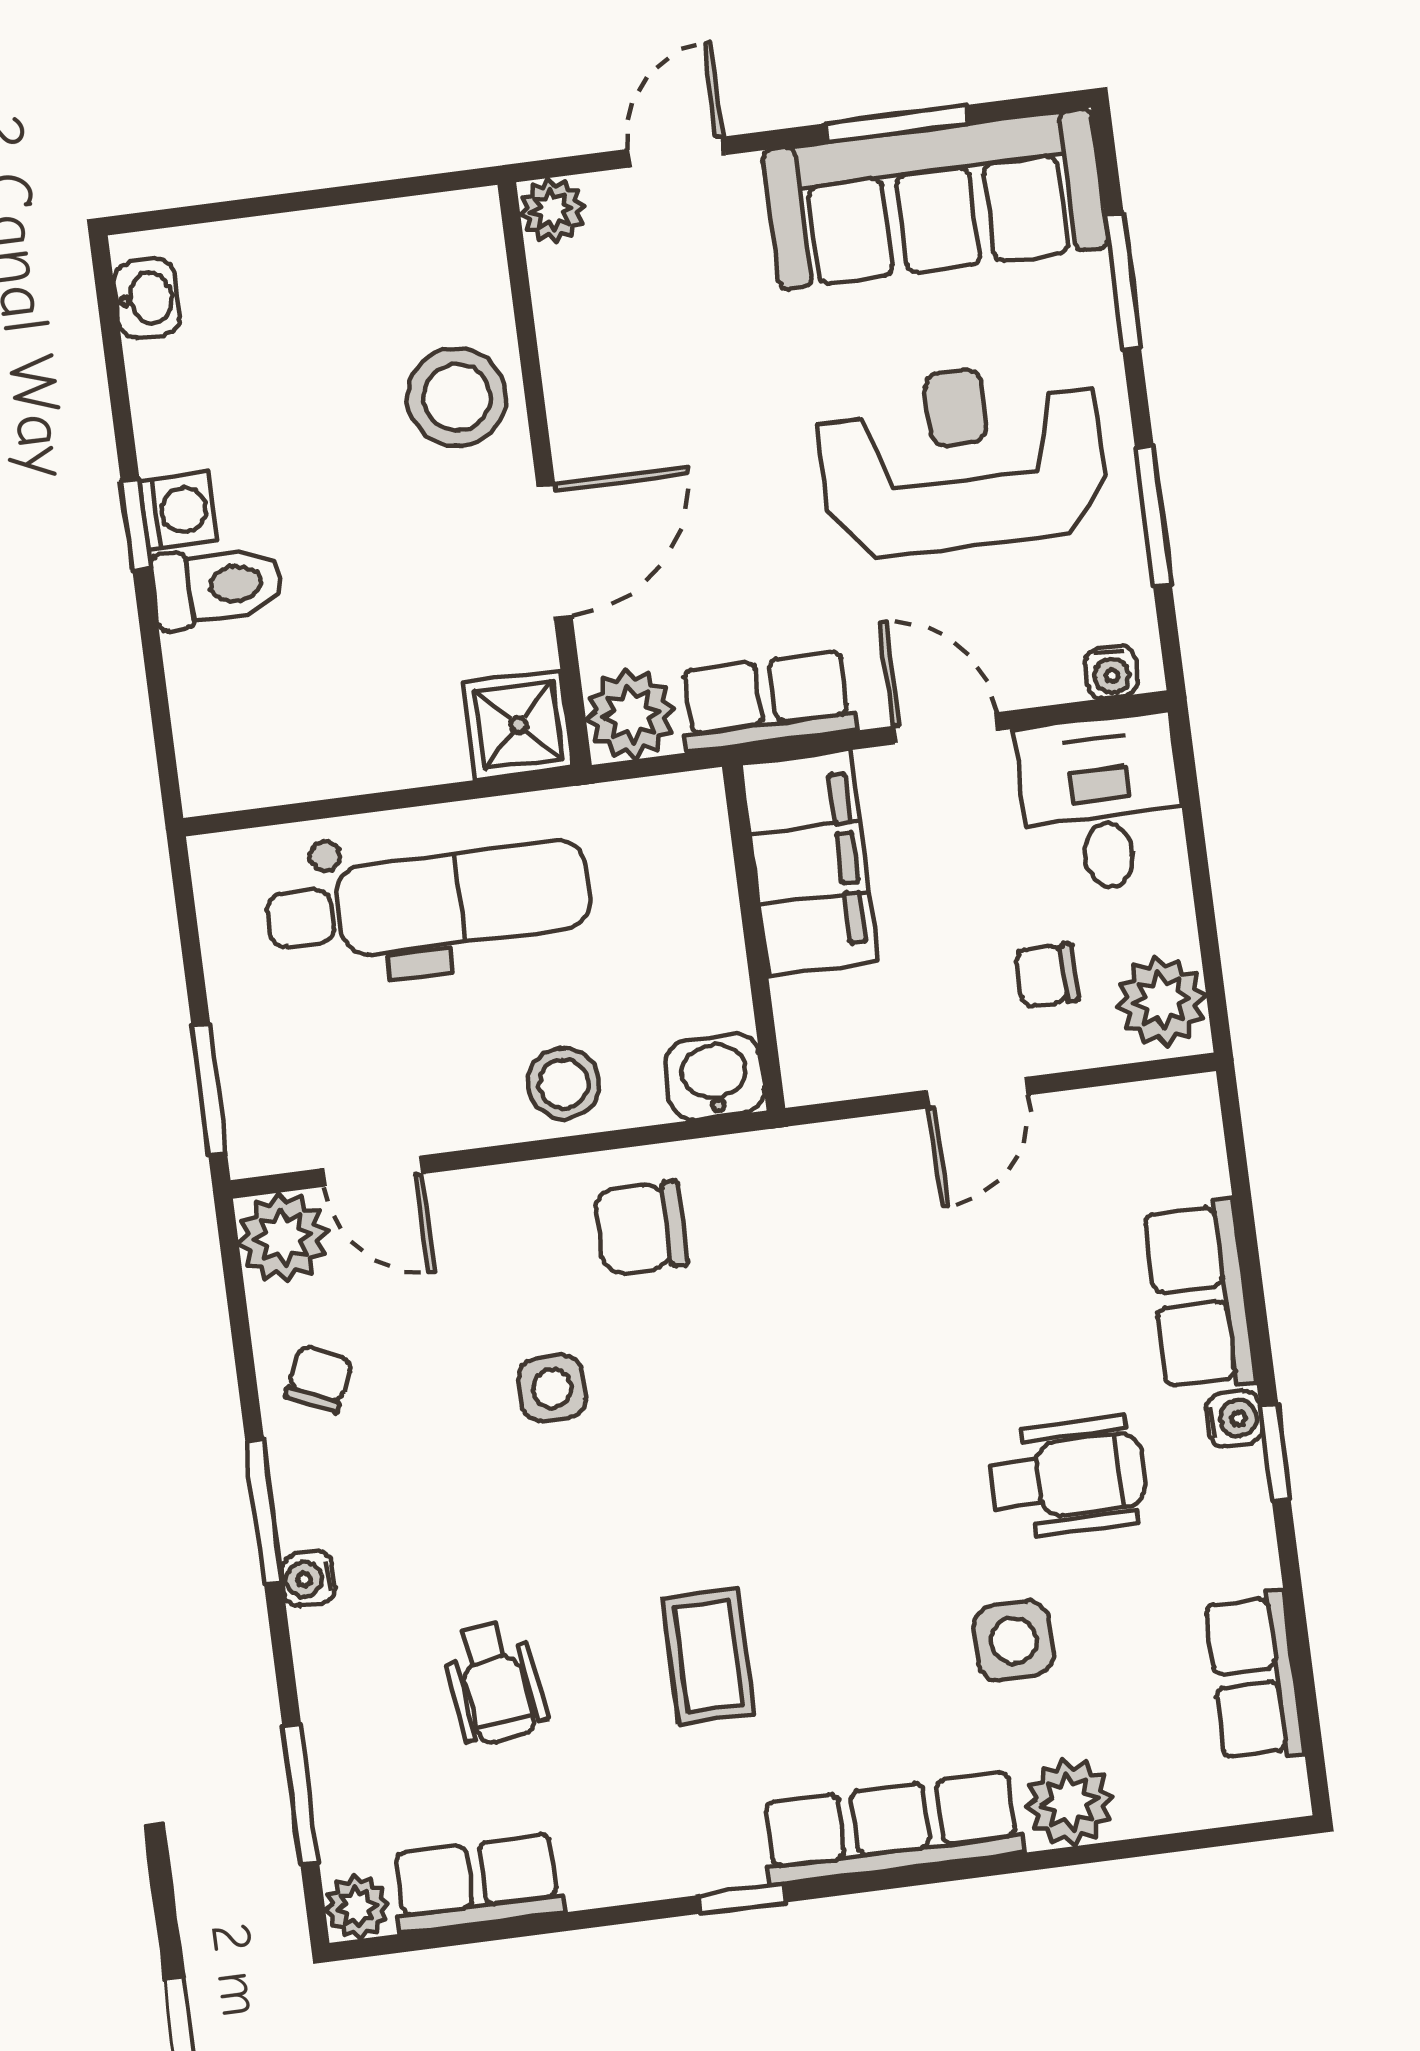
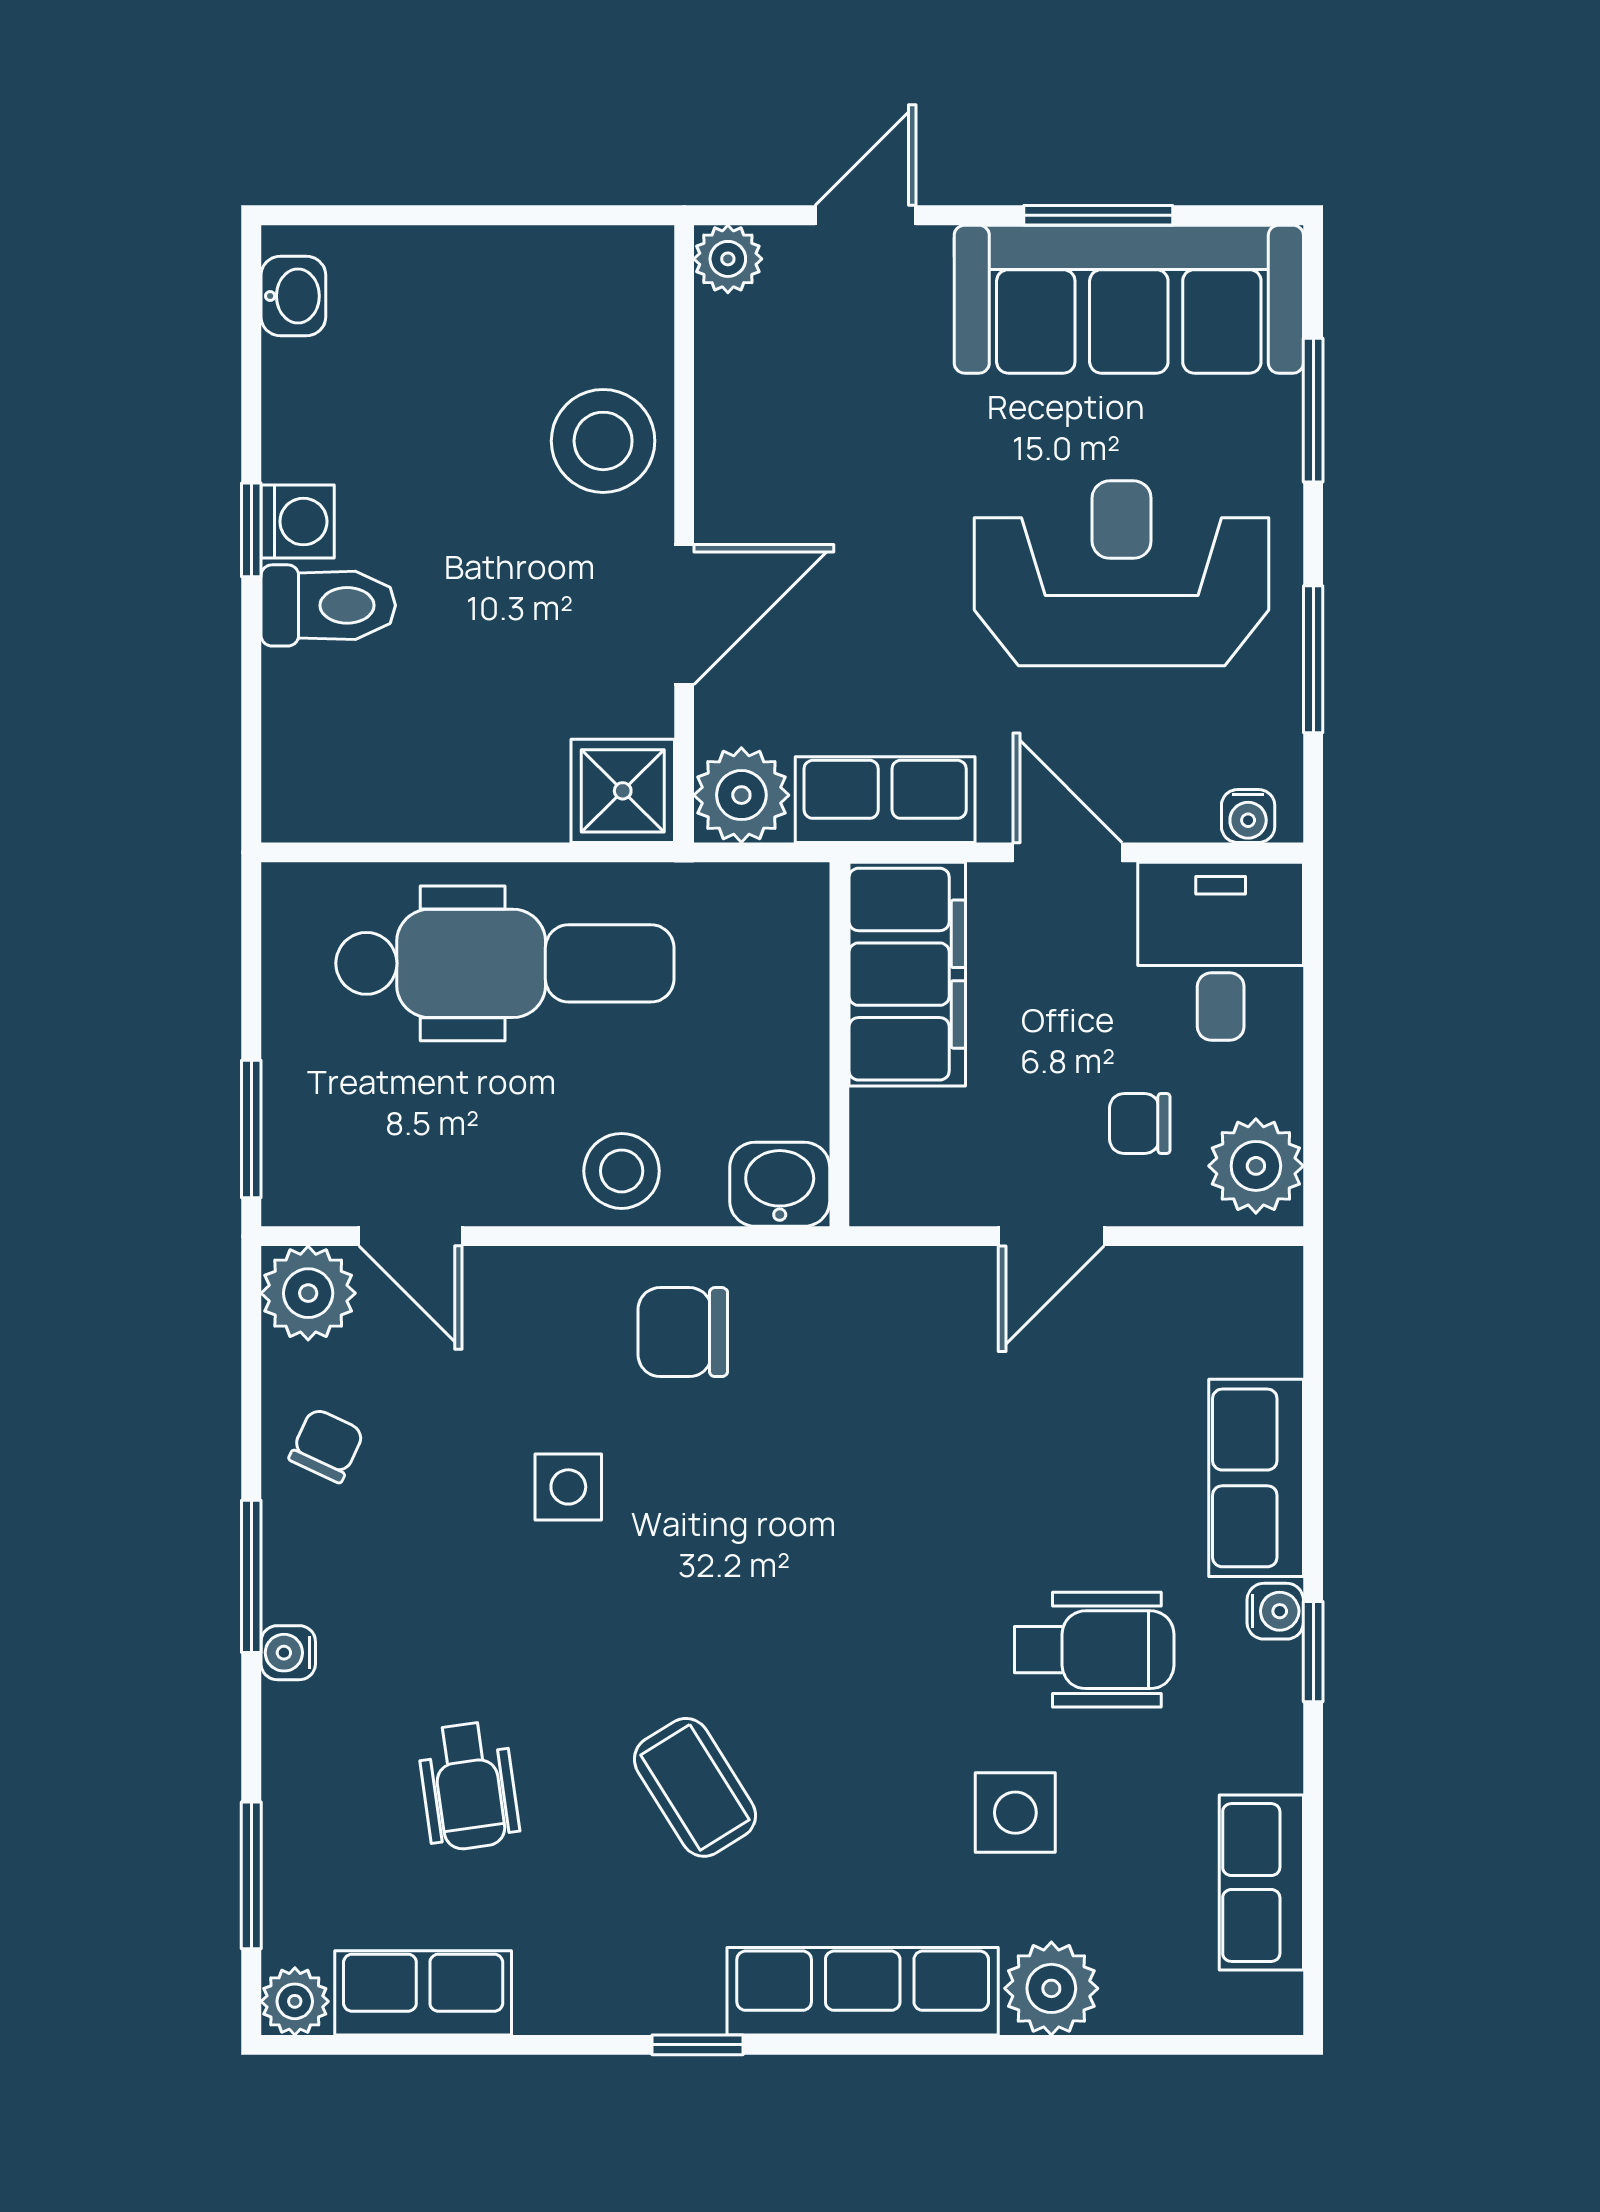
coffee table: (708, 1656) -> (695, 1787), turned -32

